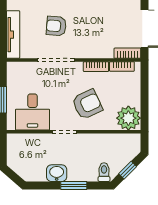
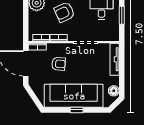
armchair: (56, 26) -> (59, 64), moved

